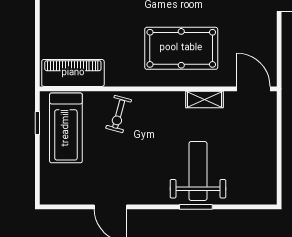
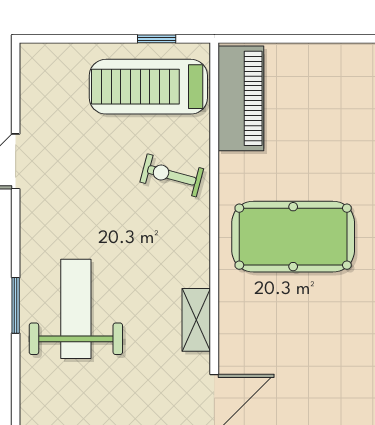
pool table: (181, 48) -> (293, 237), moved, turned 90
weight bench: (198, 171) -> (76, 309), turned -90

